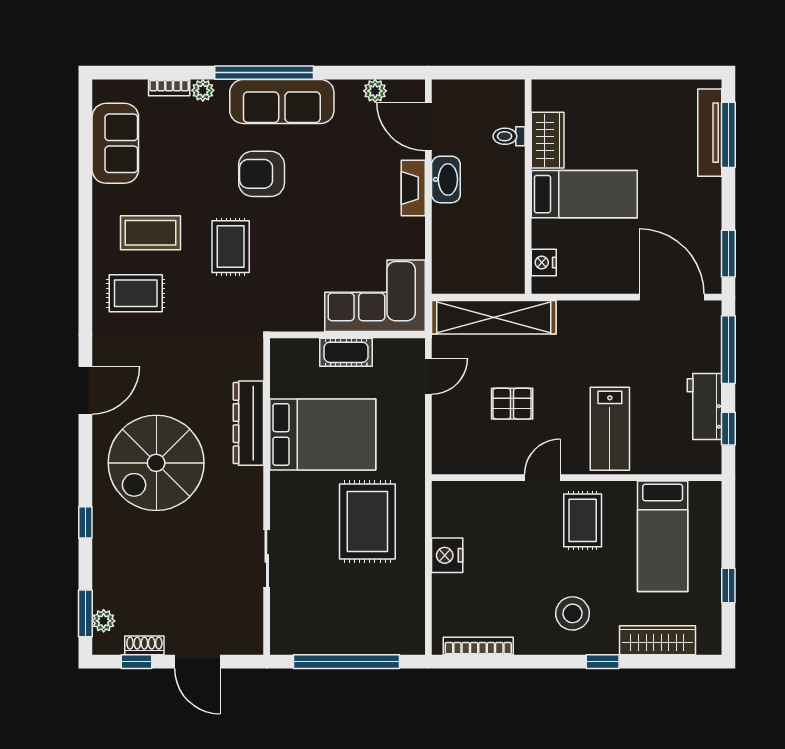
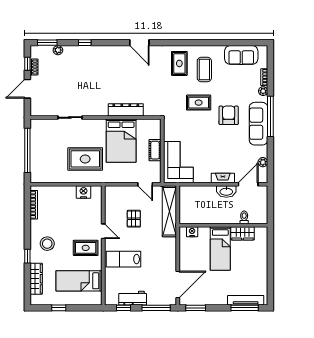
spiral stairs: (156, 463) -> (109, 72), removed
nightstand: (447, 555) -> (84, 192), moved
plant: (104, 621) -> (58, 50), moved

